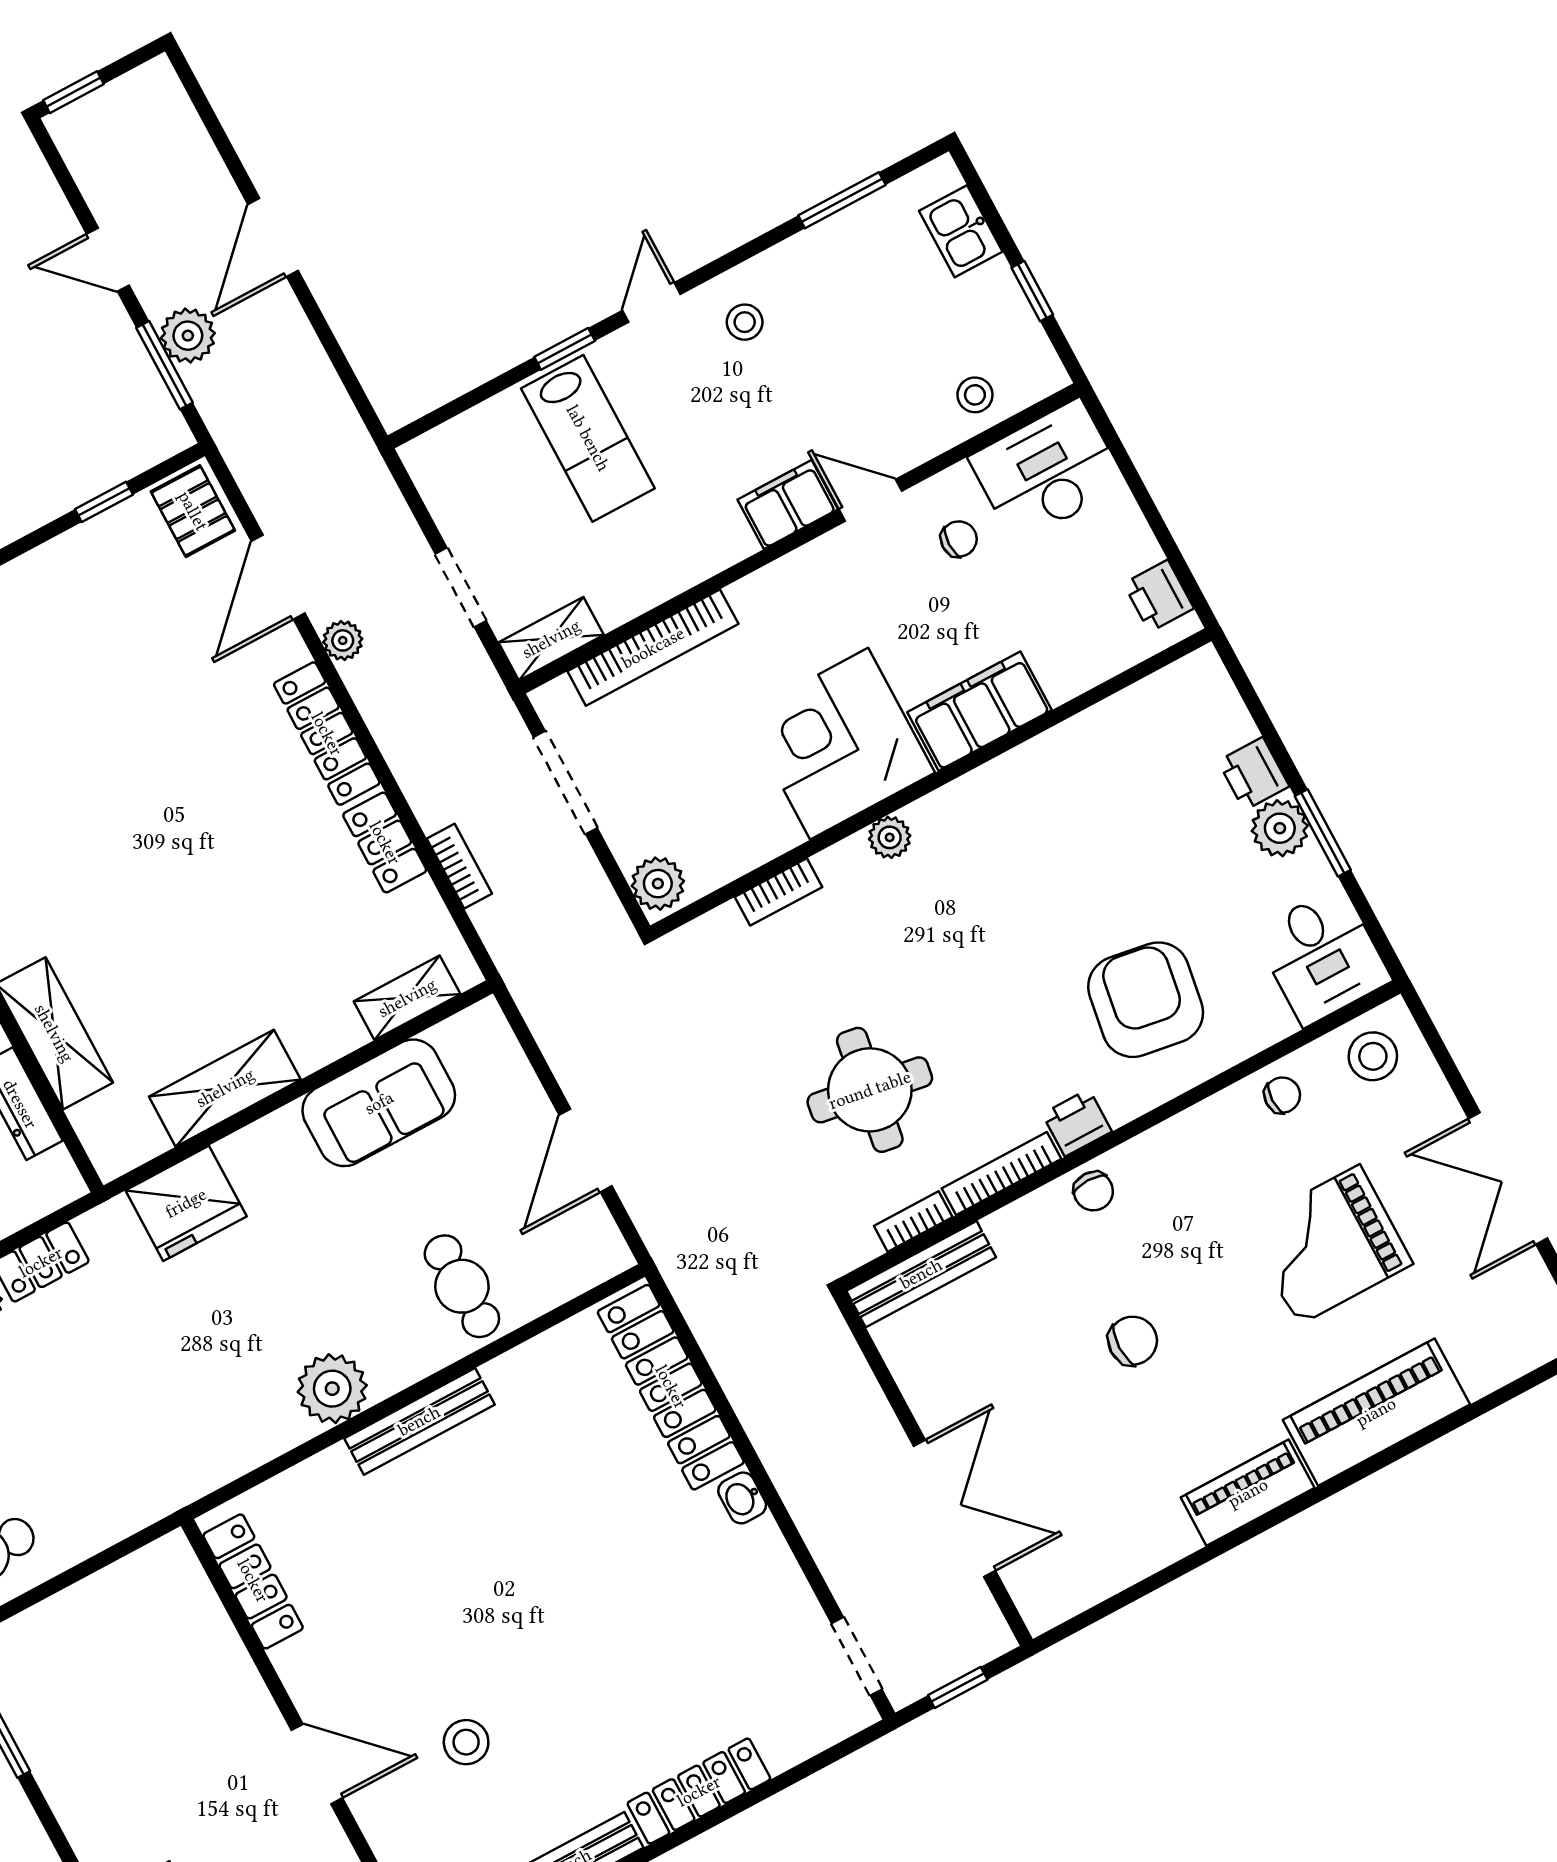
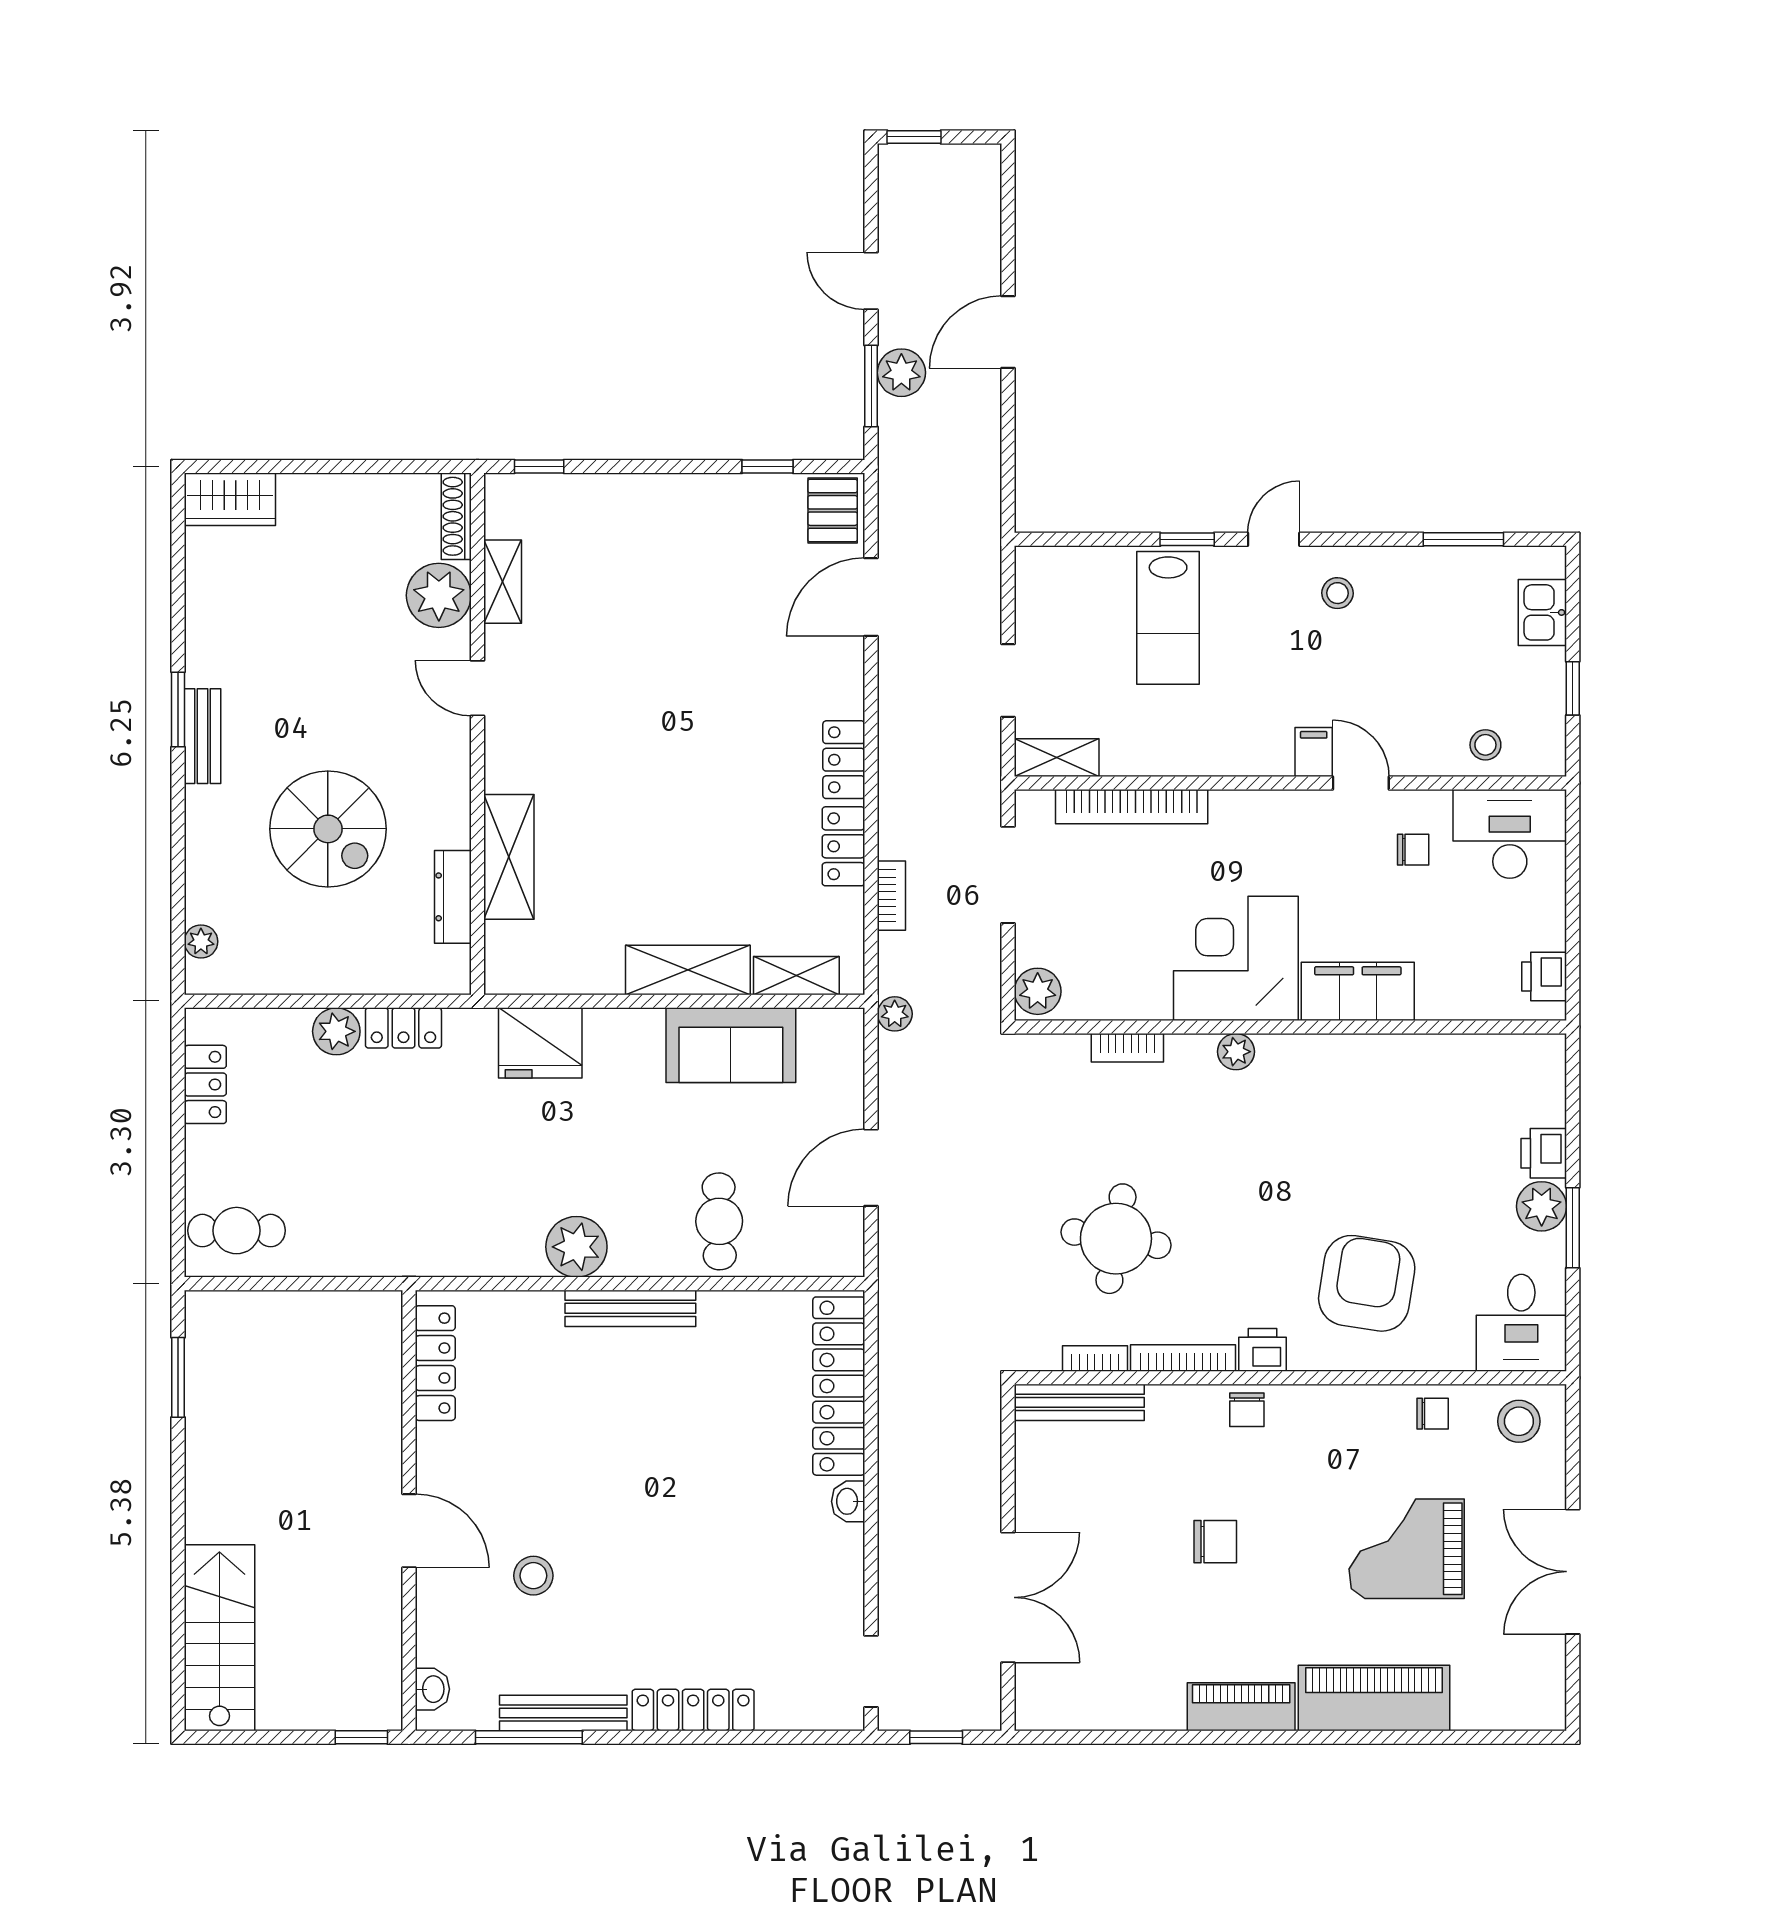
filing cabinet: (788, 505) -> (1314, 752), width x0.50
plant: (343, 640) -> (895, 1014), moved
locker: (327, 734) -> (844, 760), width x0.66
shelving: (225, 1088) -> (688, 970), moved

